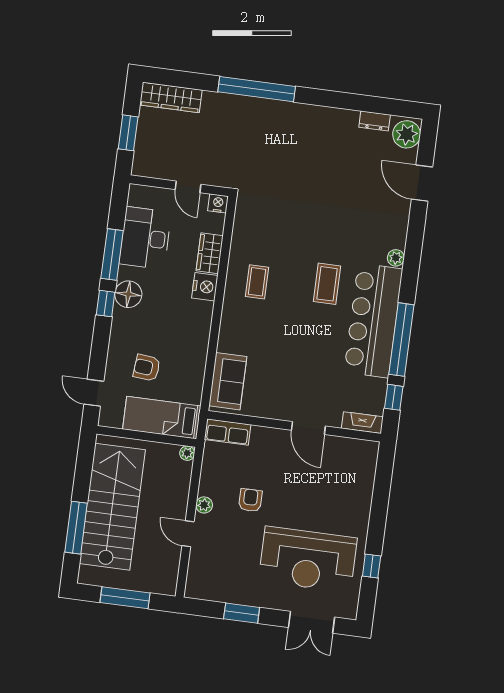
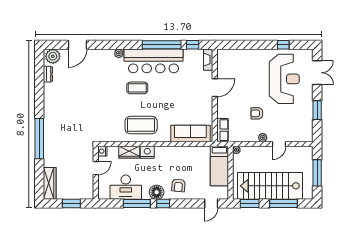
coffee table: (257, 282) -> (141, 125), width x1.86, depth x1.72
armchair: (147, 368) -> (178, 185), moved
sofa: (228, 381) -> (190, 134), width x1.36
window: (84, 464) -> (250, 204), added

